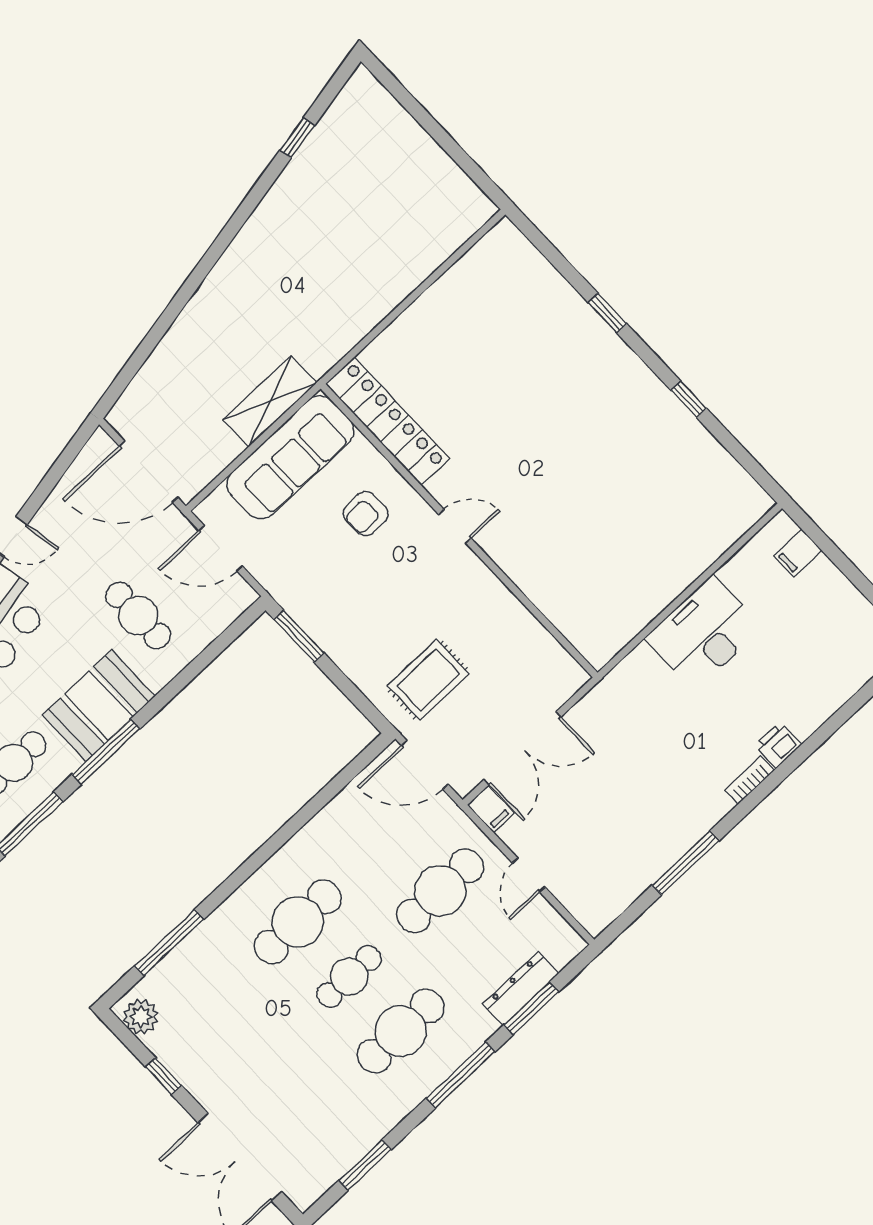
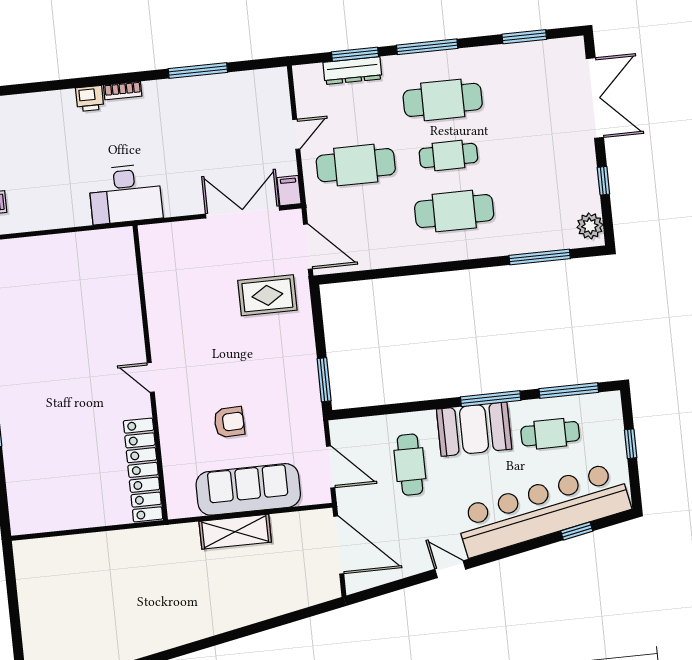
locker: (388, 421) -> (143, 470), moved
door: (455, 526) -> (151, 377), moved
wall: (459, 531) -> (150, 373), moved
desk: (704, 633) -> (125, 194), moved

